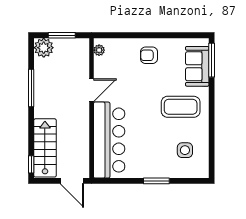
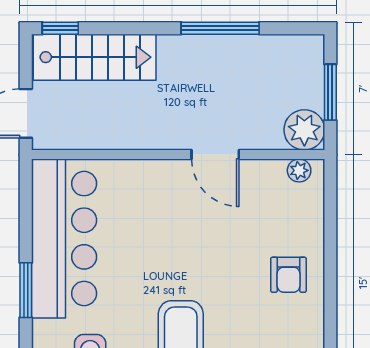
plant: (44, 48) -> (304, 130), moved
armchair: (149, 55) -> (289, 275), turned 180
bar counter: (109, 140) -> (64, 239), moved, turned -90

